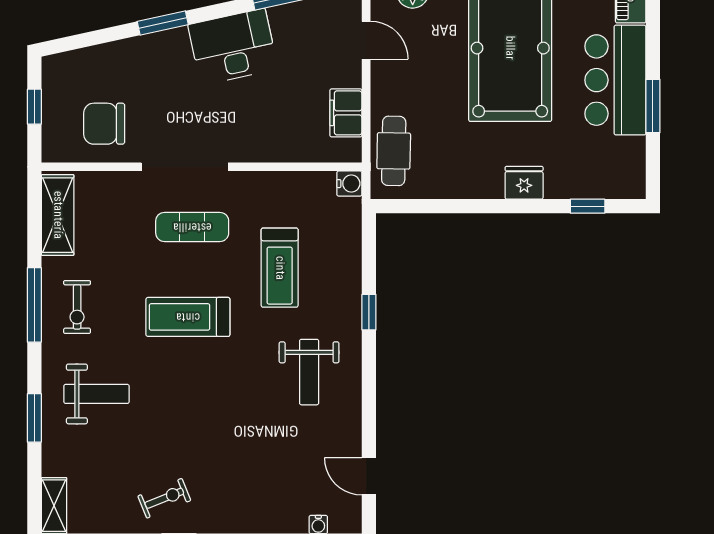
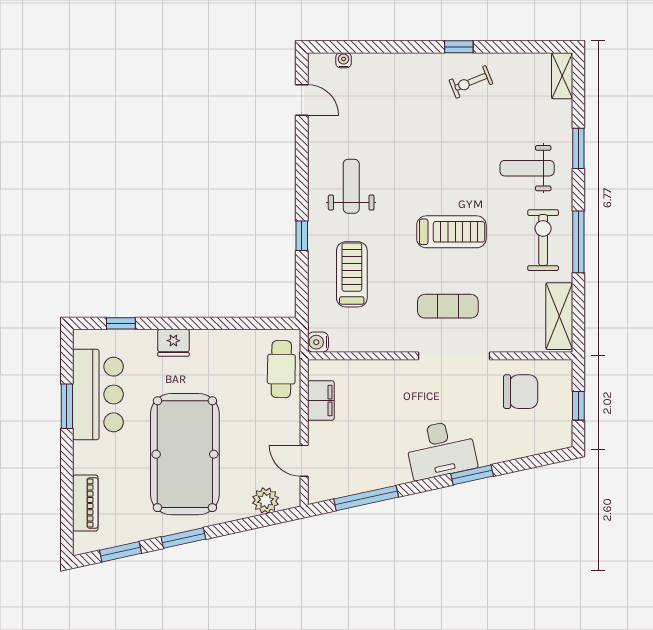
desk: (233, 47) -> (441, 449), moved
bar counter: (615, 80) -> (98, 394), moved
treadmill: (280, 268) -> (352, 274), moved
exercise bike: (77, 307) -> (543, 240), width x1.38, depth x1.39

